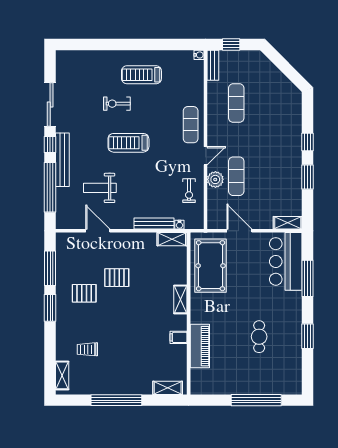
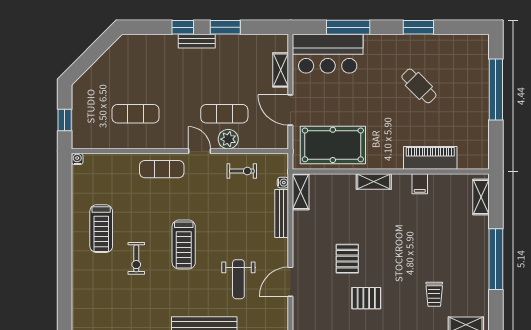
bench: (213, 65) -> (197, 41), moved
shelving: (288, 223) -> (281, 70), moved
door: (239, 231) -> (290, 110), hinge flipped
pallet: (84, 293) -> (366, 298), turned 90
cafe table: (259, 337) -> (419, 86), turned 45

